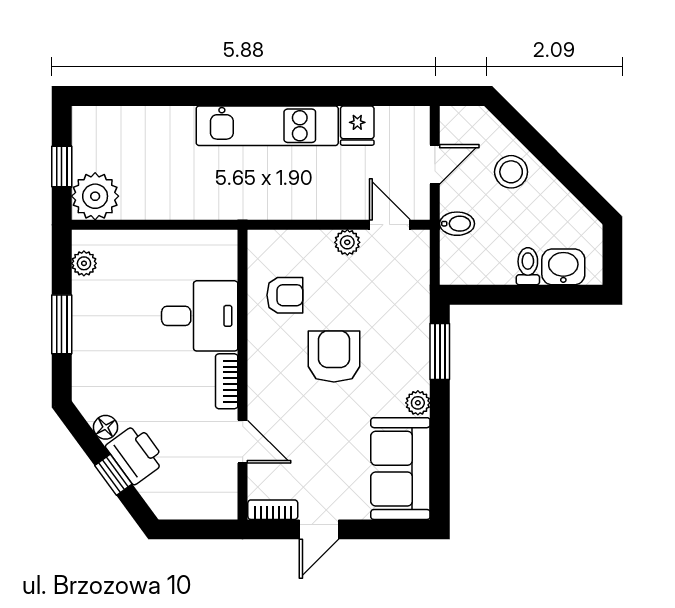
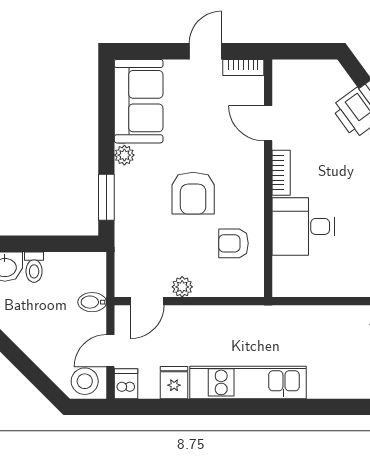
dishwasher: (416, 124) -> (126, 384), added
stool: (511, 172) -> (85, 381), moved
door: (390, 225) -> (147, 301), hinge flipped

